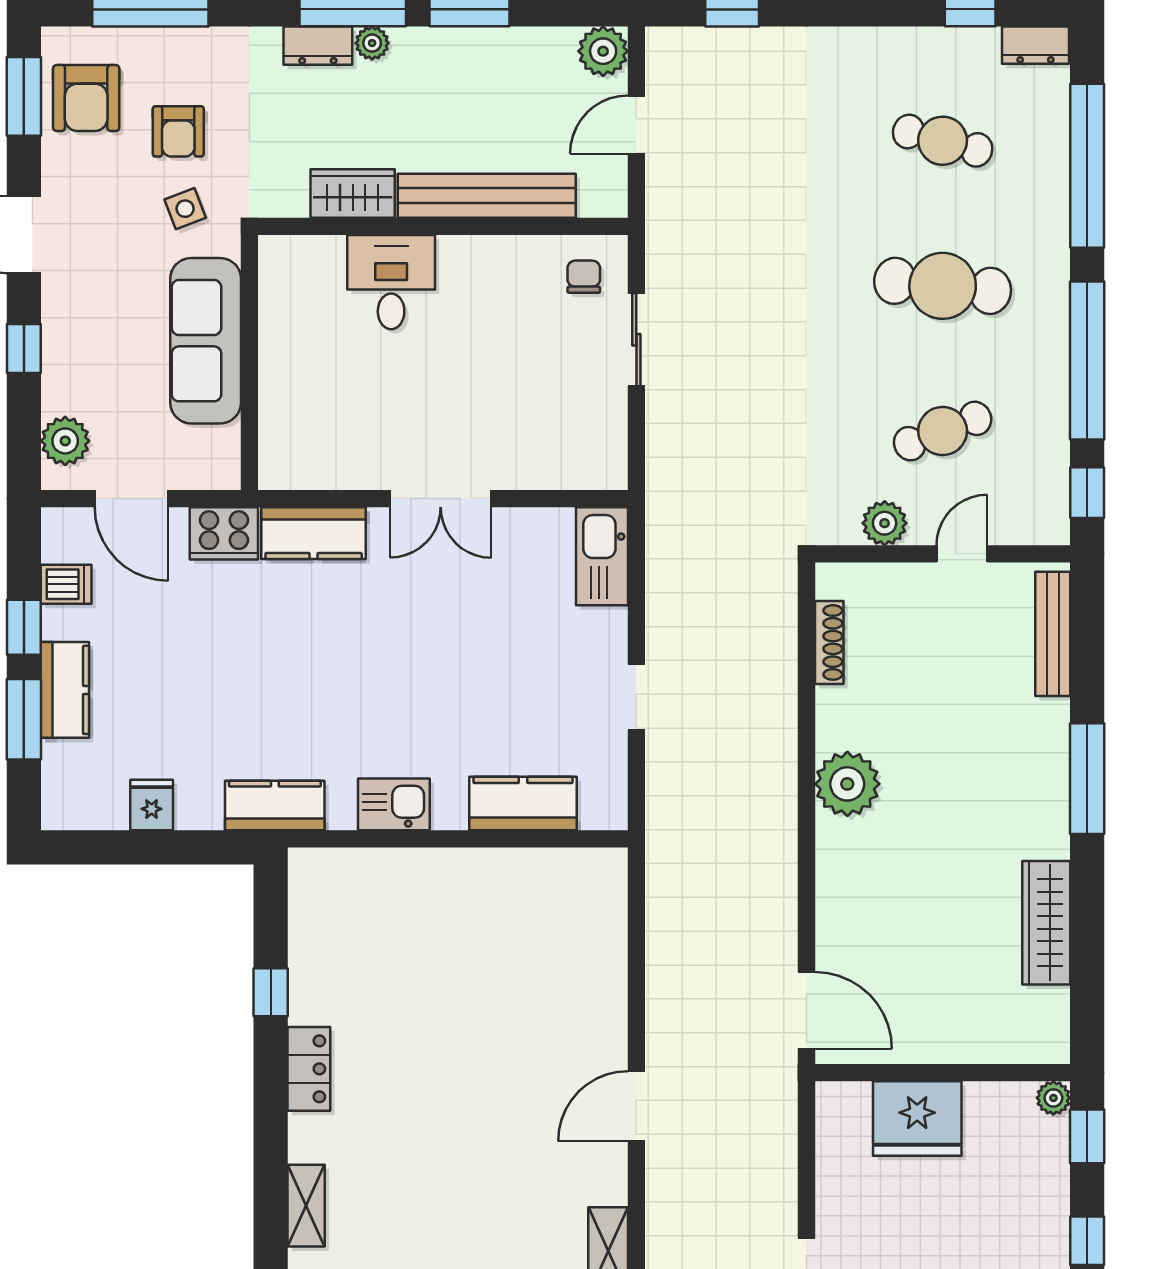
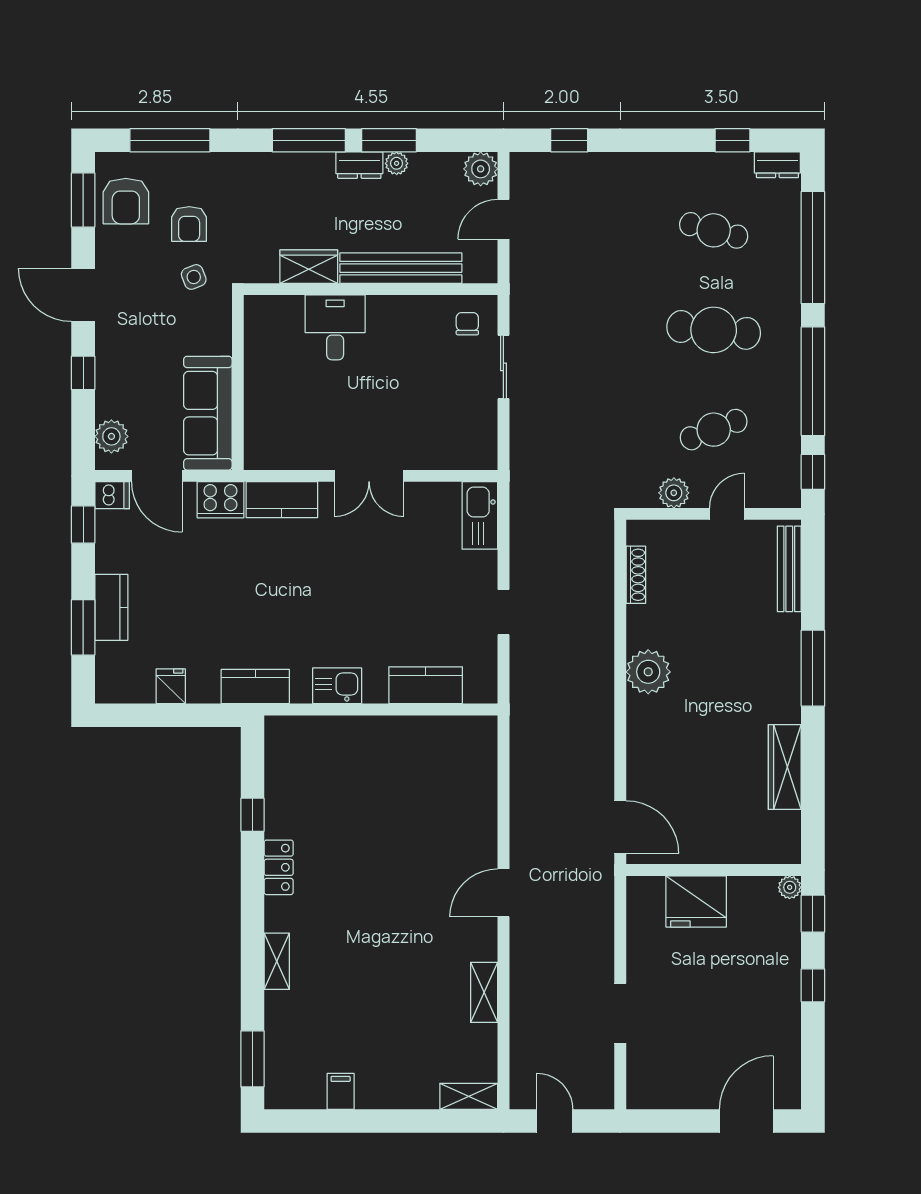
plant: (372, 43) -> (397, 163), moved
dresser: (318, 46) -> (359, 165), moved
sofa: (206, 341) -> (208, 413), moved
dishwasher: (66, 584) -> (112, 495), moved
window: (24, 627) -> (83, 525), moved

